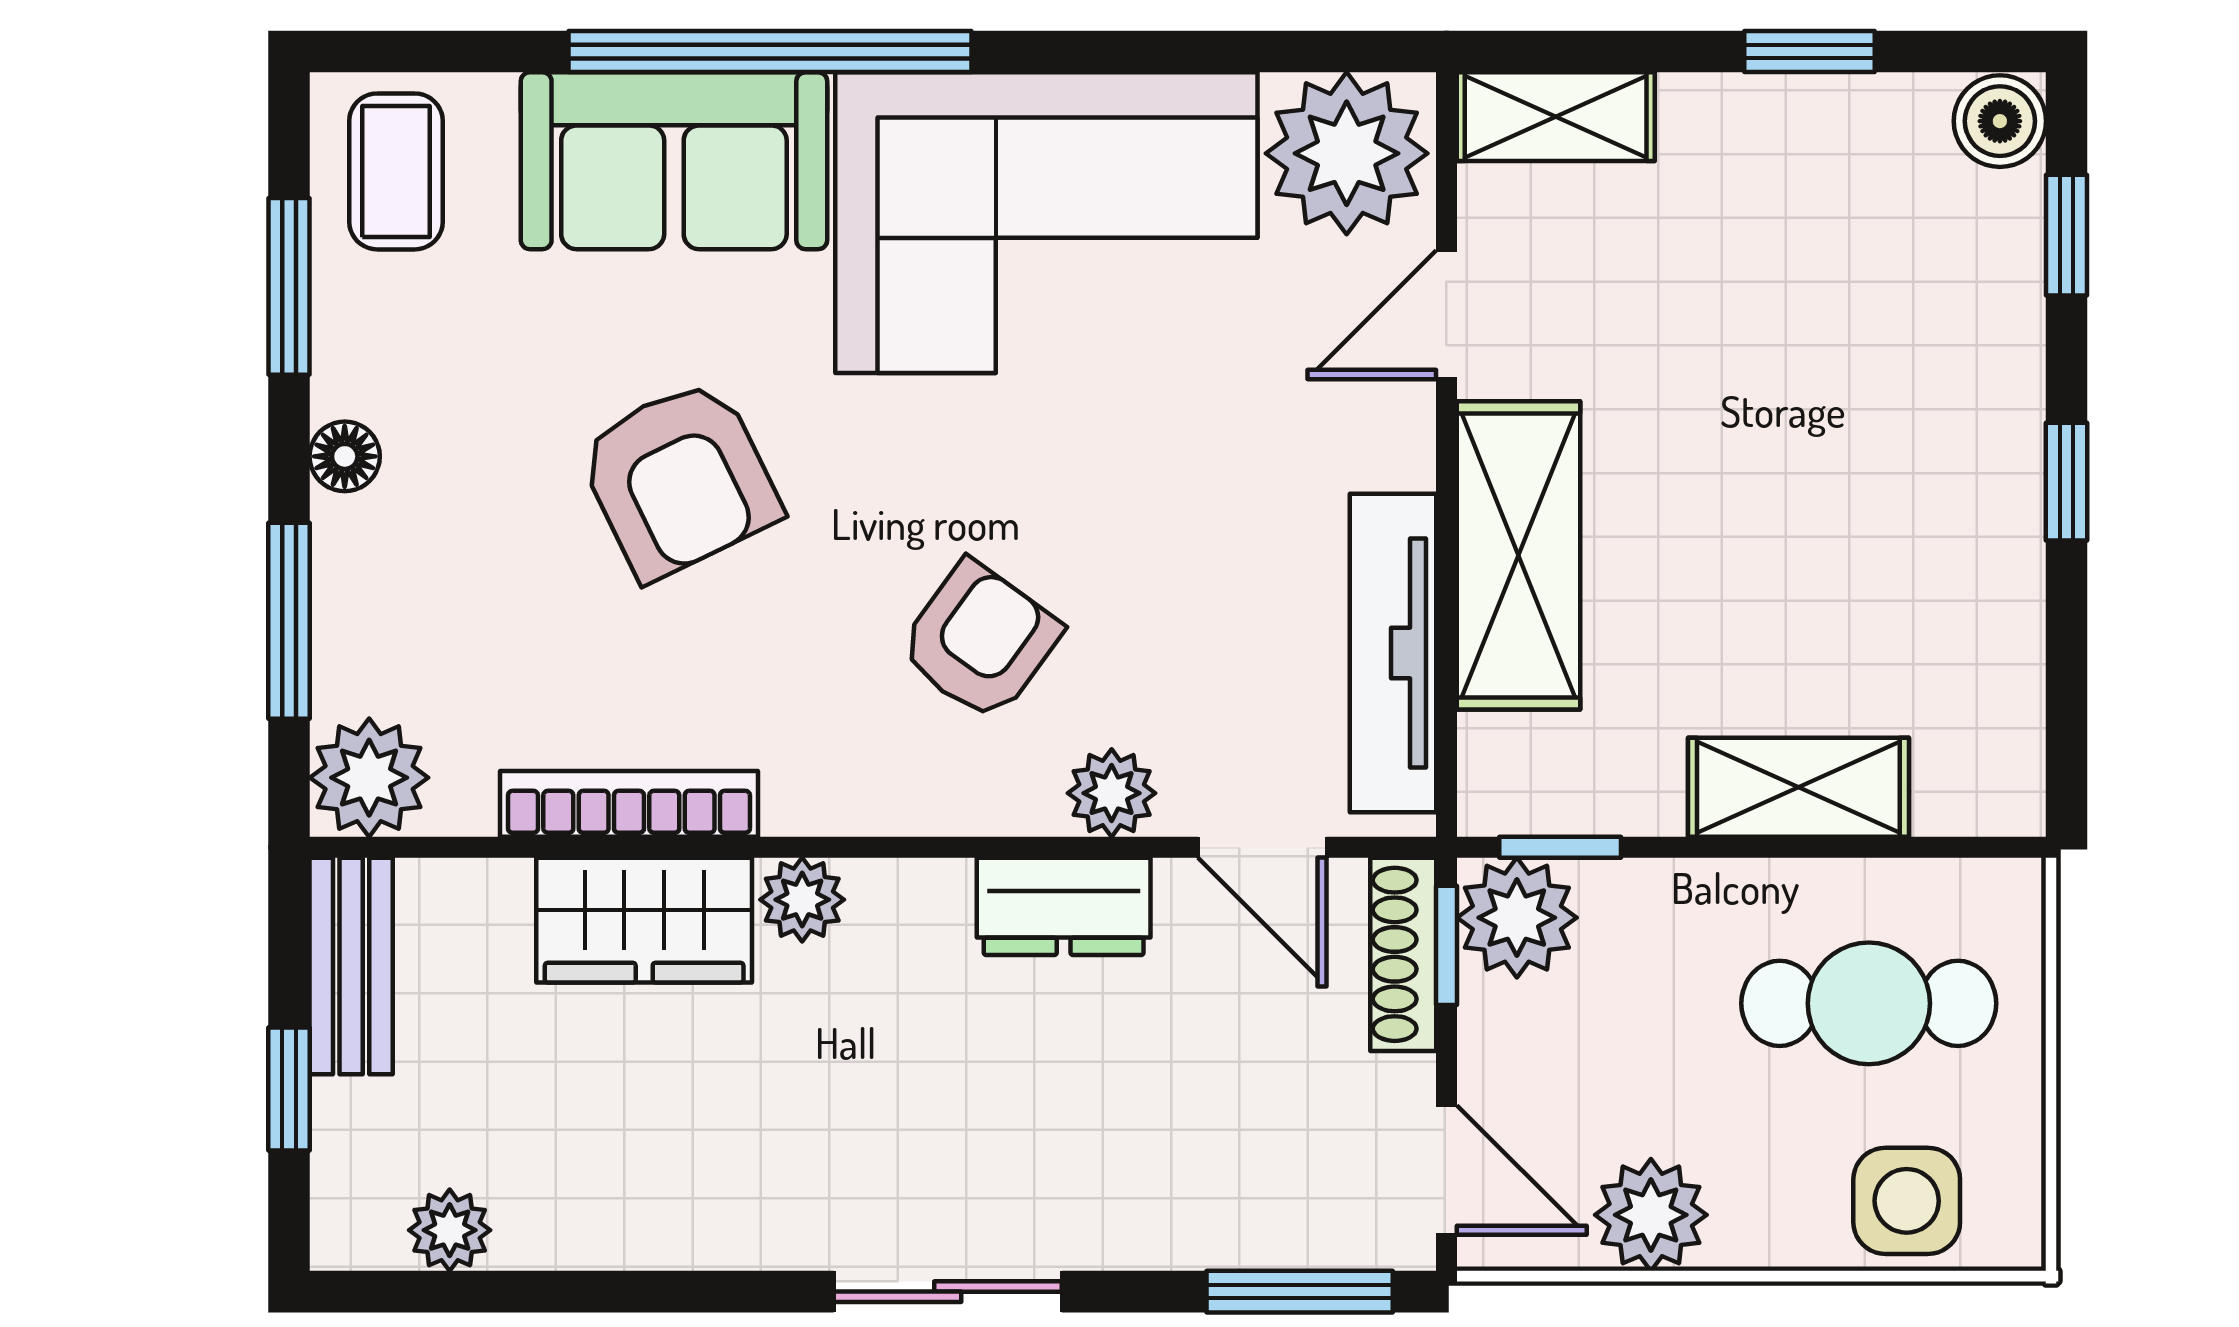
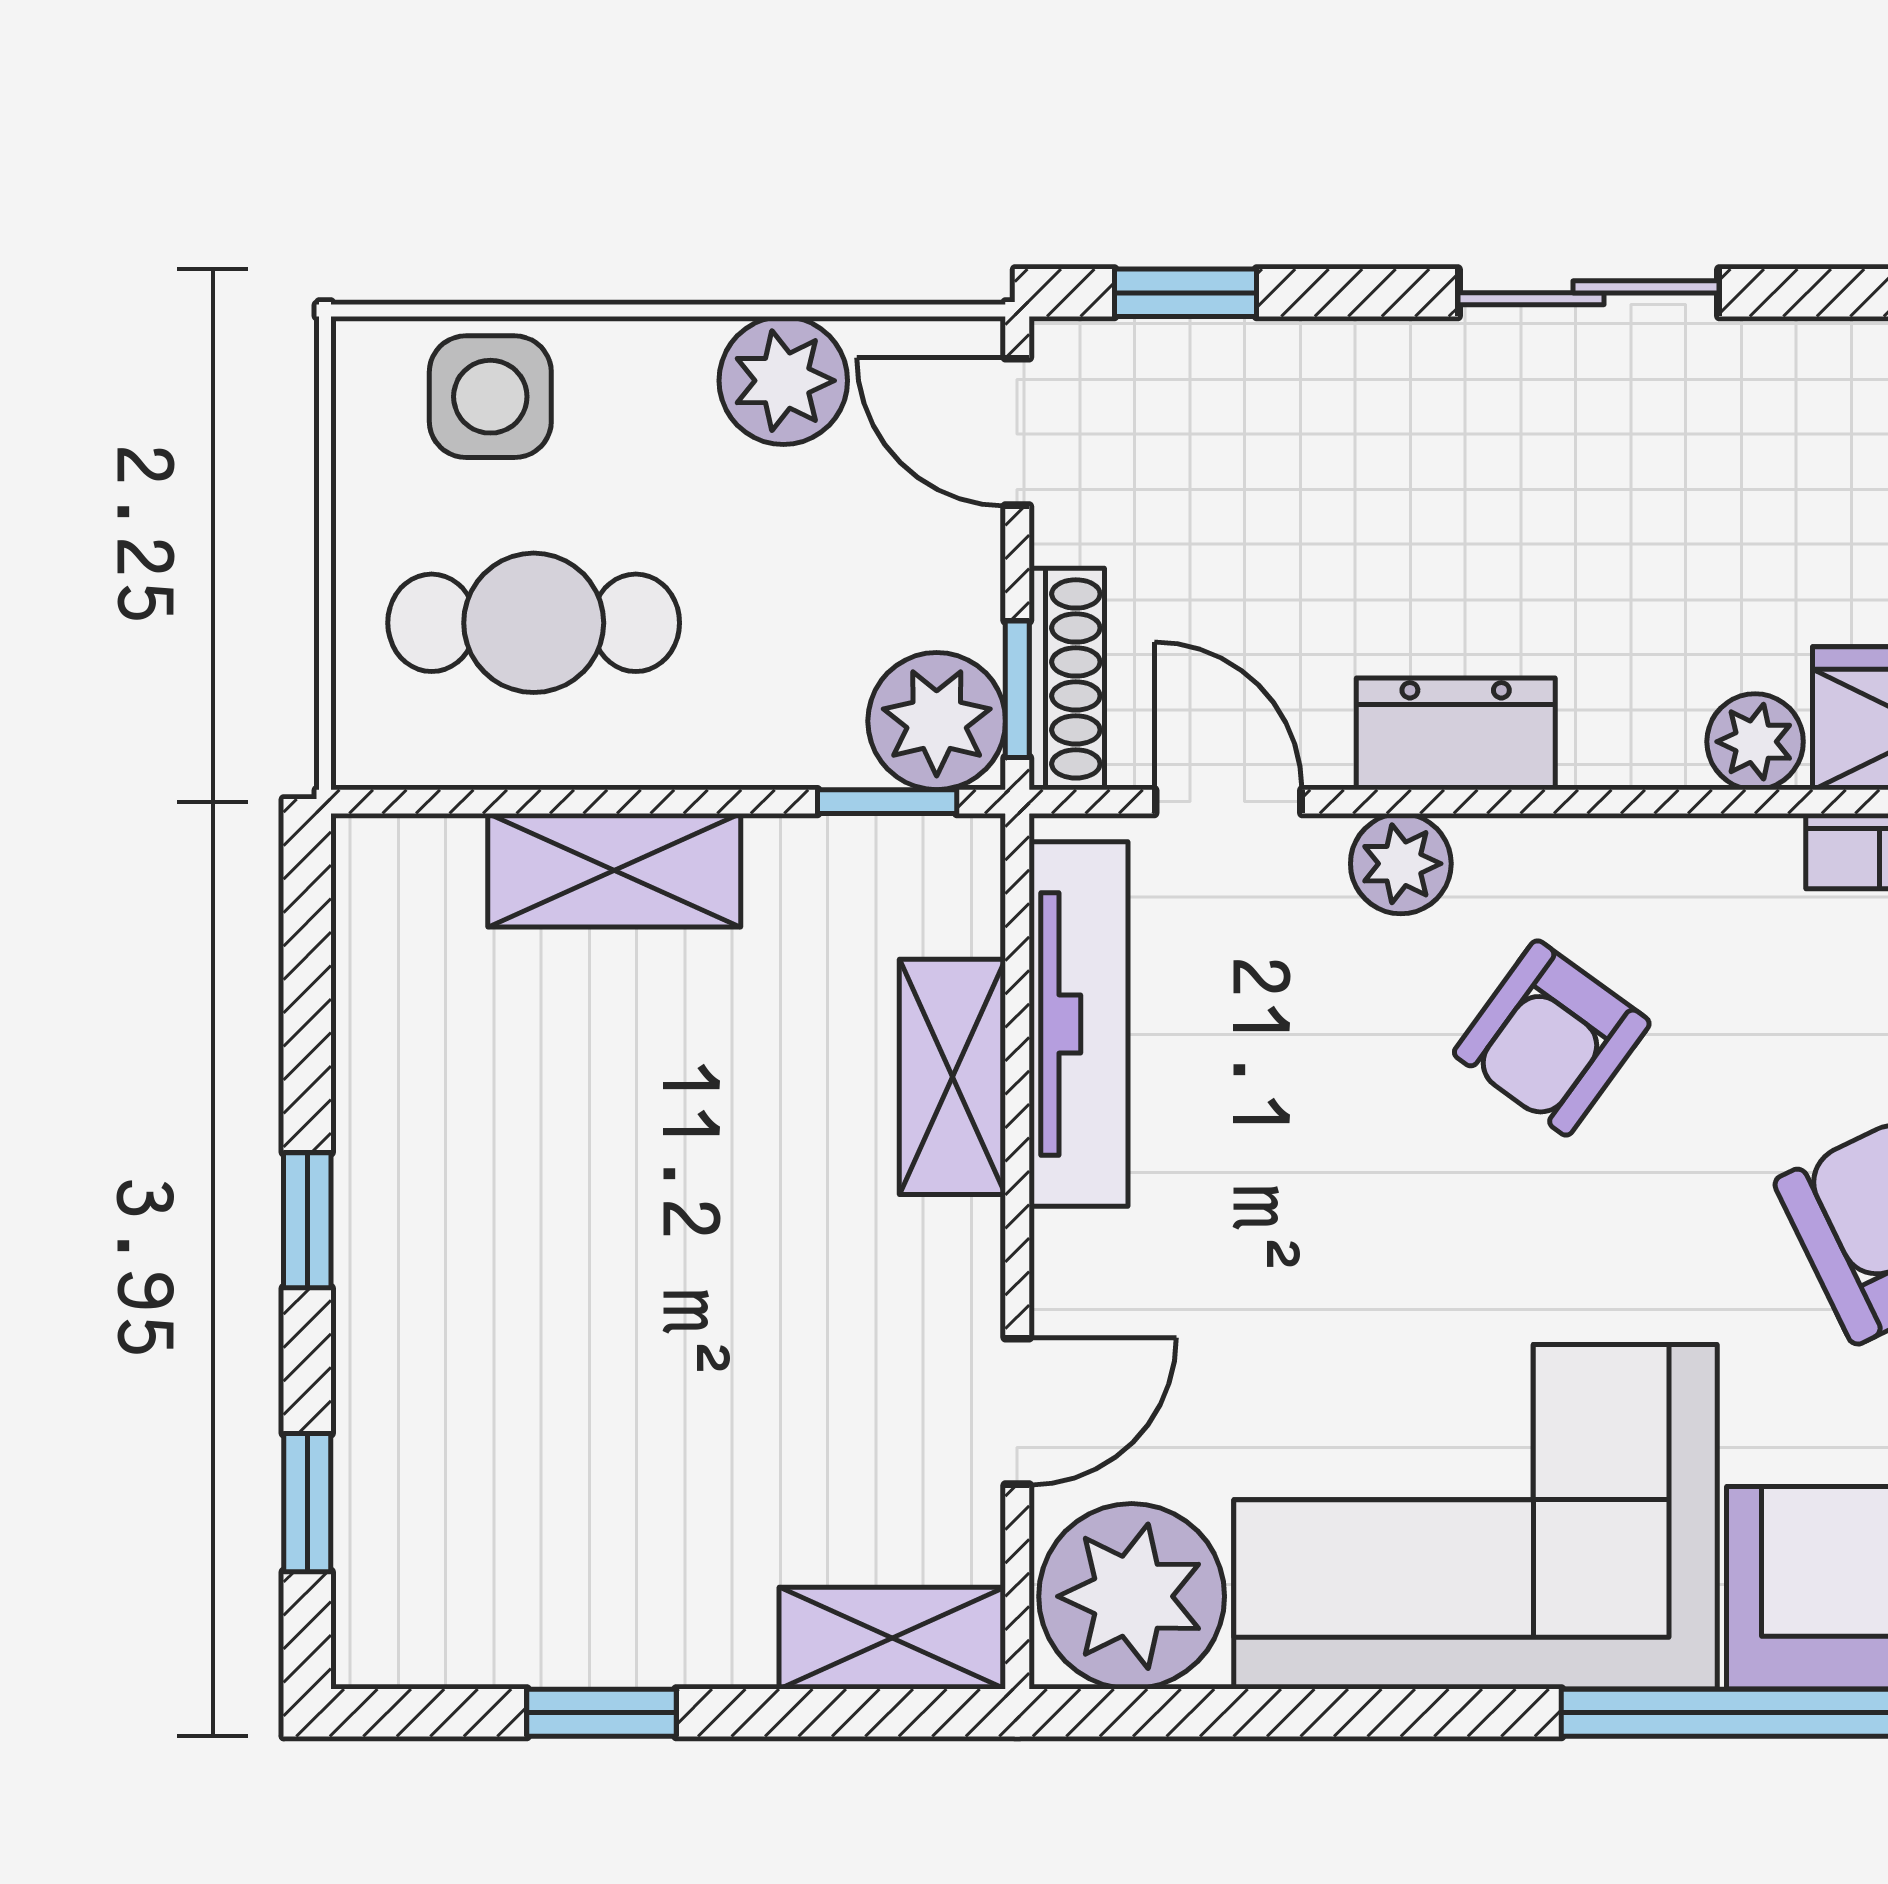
boiler: (2000, 121) -> (384, 1633), removed
shelving: (1518, 555) -> (952, 1077), width x0.67, depth x0.75
window: (1300, 1292) -> (1185, 293), width x0.67

